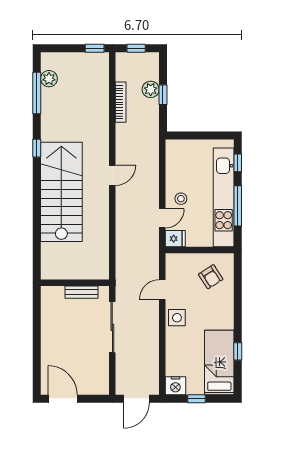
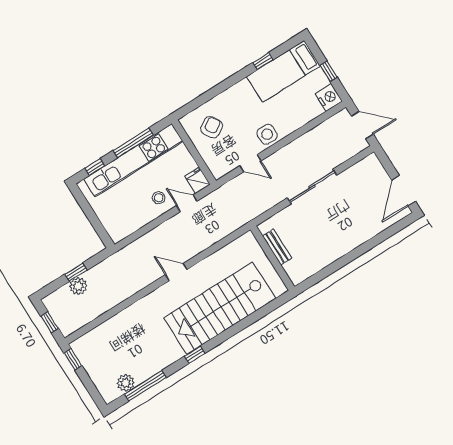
bookcase: (121, 102) -> (106, 306), removed
wall: (75, 283) -> (272, 258), moved
bench: (81, 292) -> (277, 247), moved

